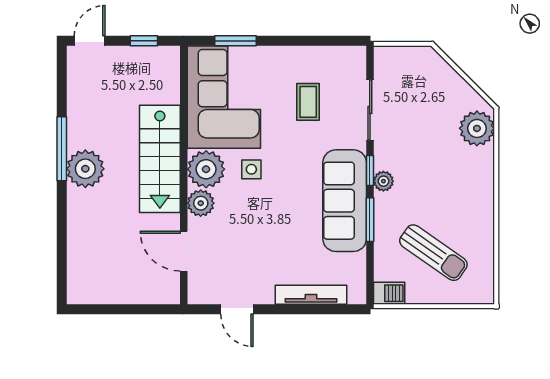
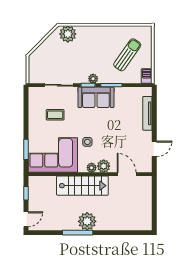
door: (90, 41) -> (26, 219), swing flipped
plant: (206, 169) -> (92, 168), width x0.53, depth x0.53
sofa: (345, 201) -> (96, 97), width x0.73
door: (184, 251) -> (127, 174), swing flipped

